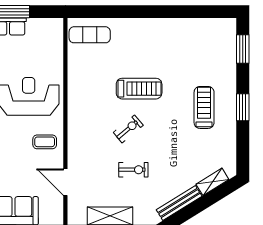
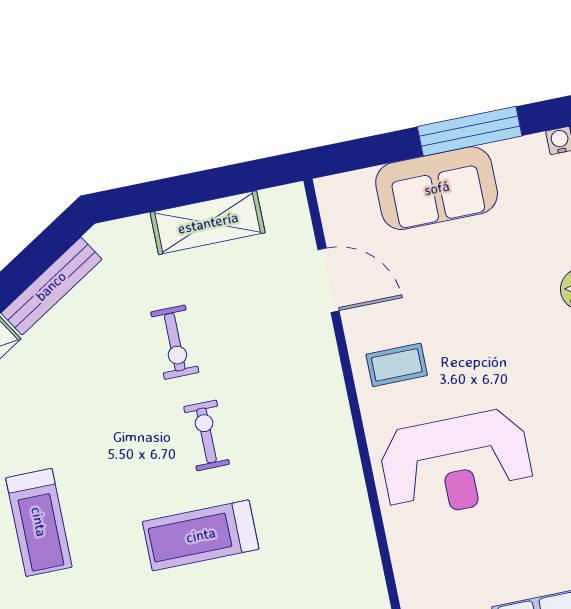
exercise bike: (128, 129) -> (207, 435), turned 130
exercise bike: (133, 170) -> (175, 342), turned -90

